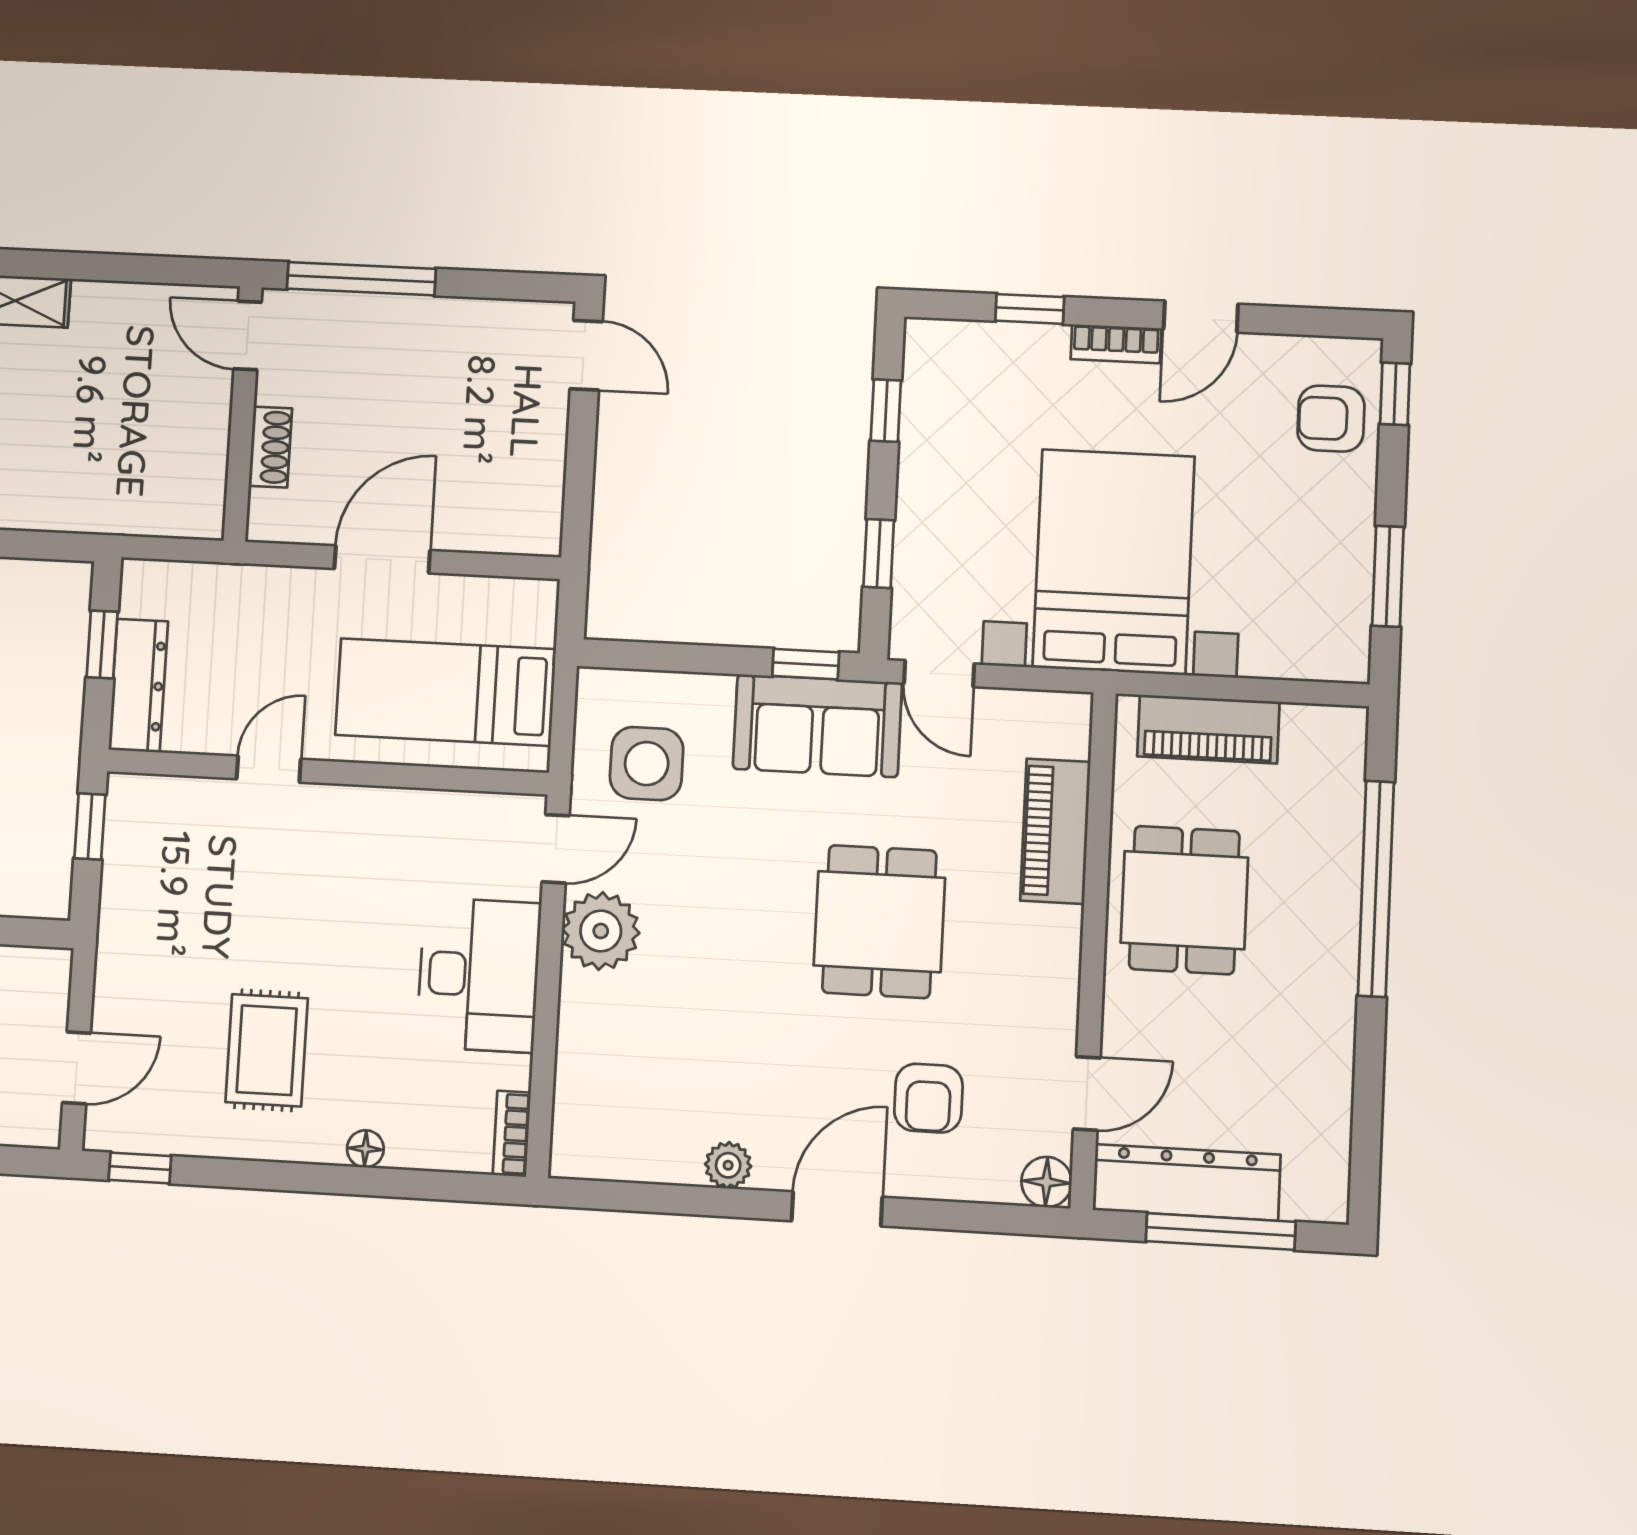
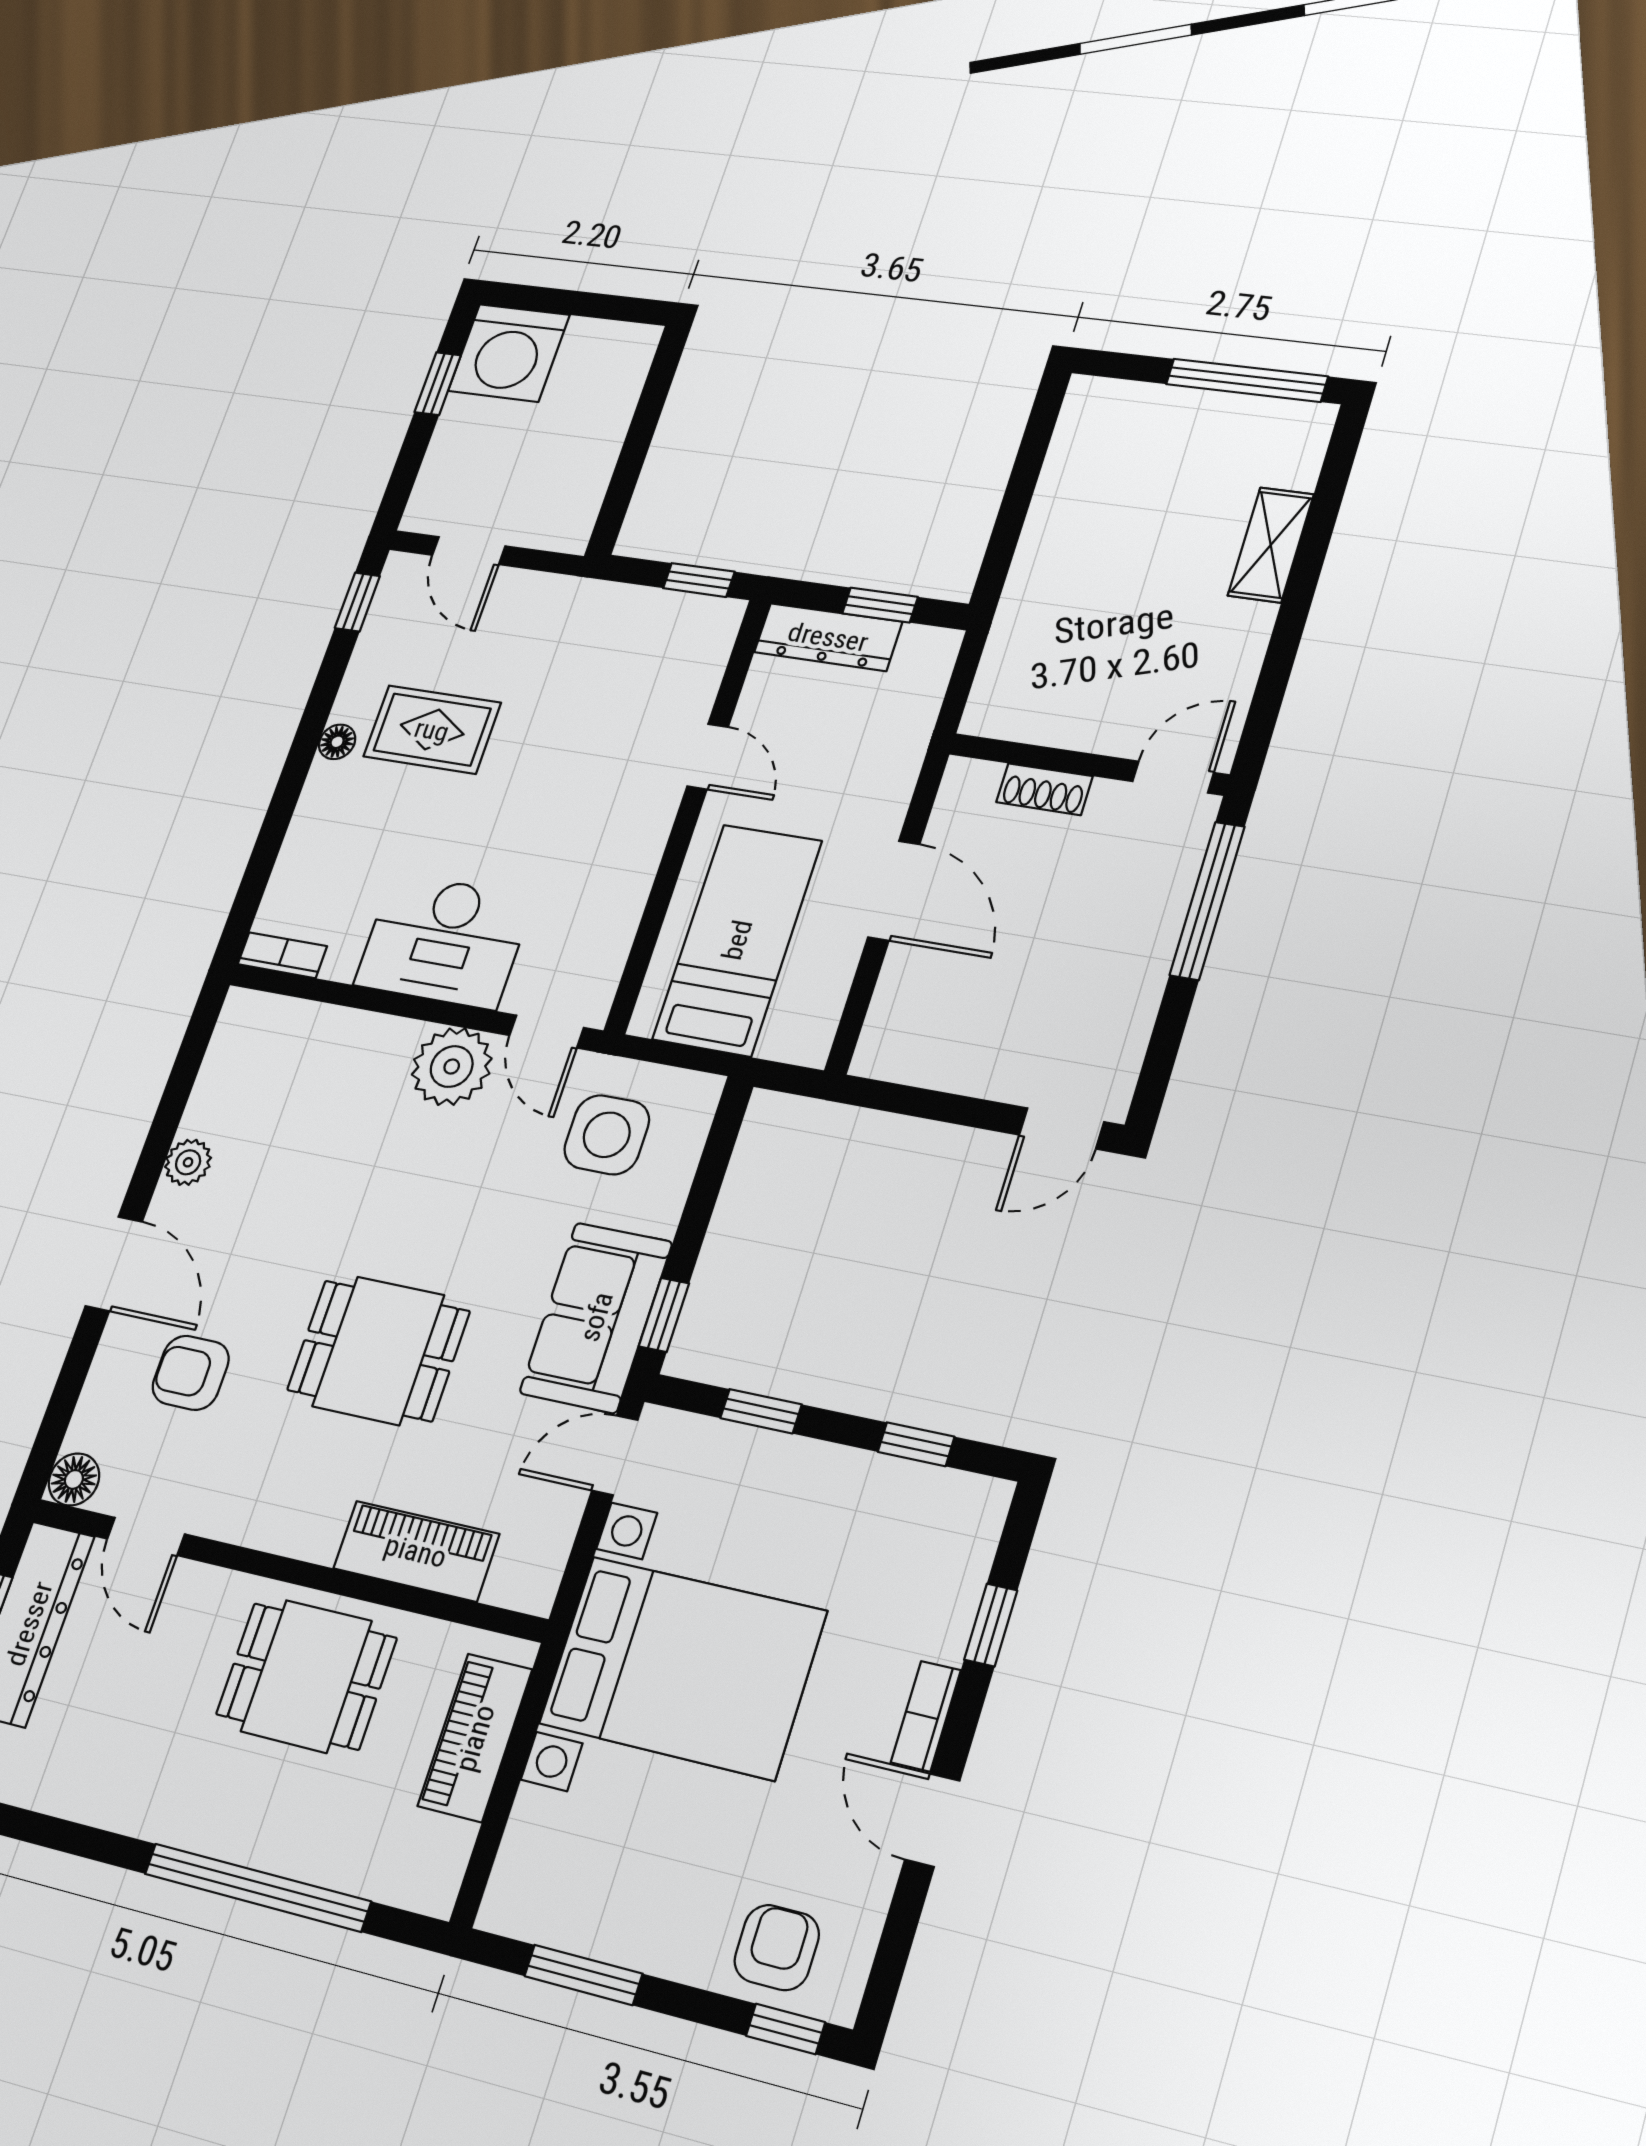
floor lamp: (365, 1149) -> (337, 742), moved

